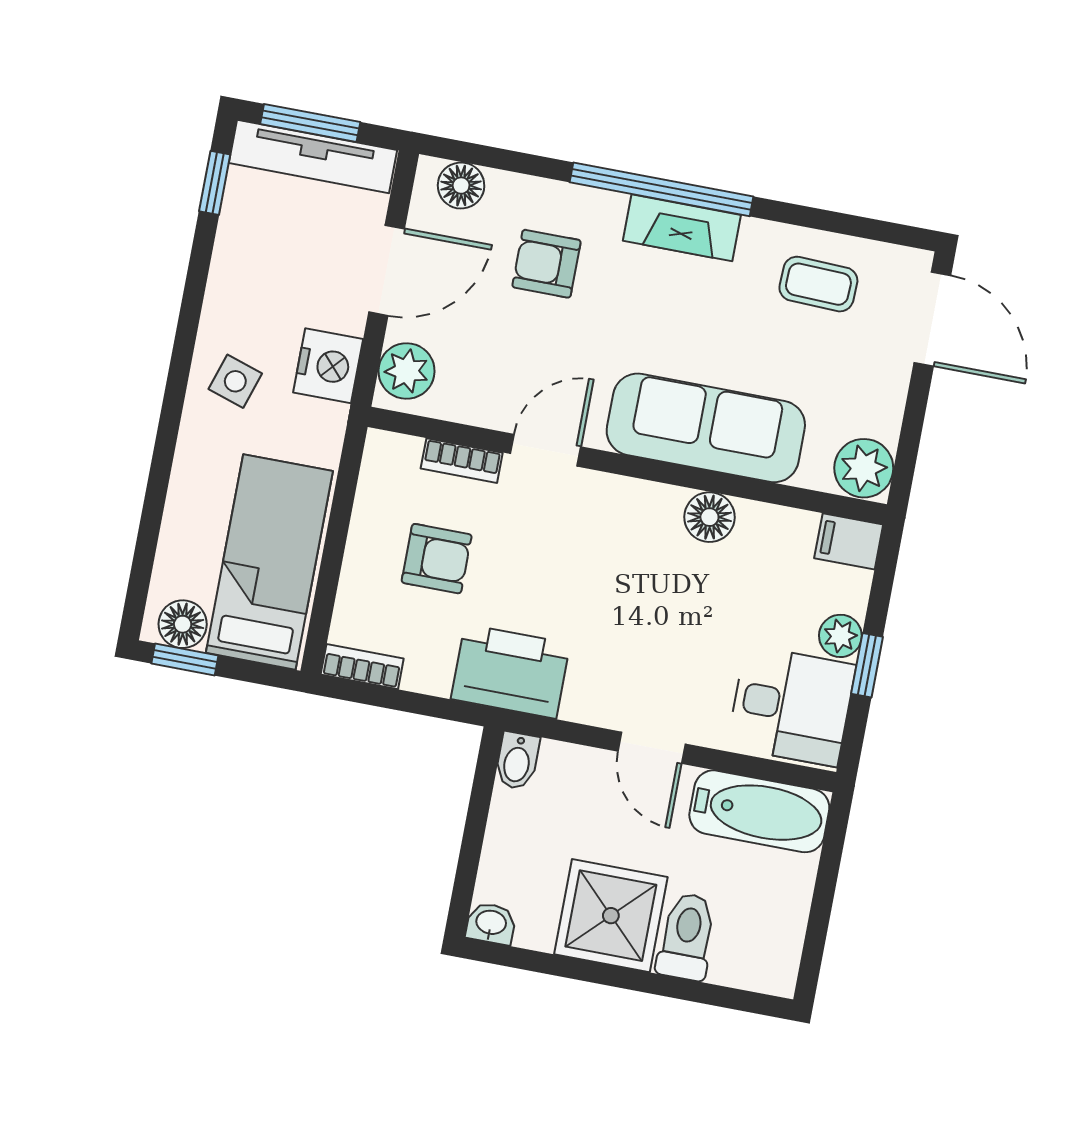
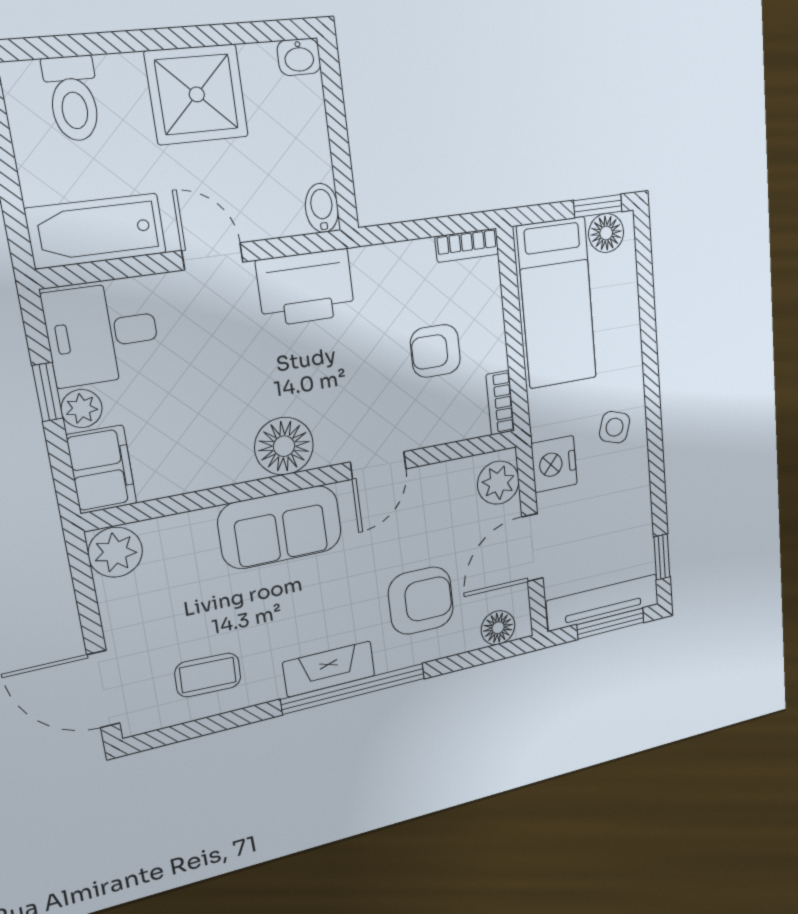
armchair: (546, 264) -> (421, 601), width x1.38, depth x1.38
sofa: (706, 428) -> (280, 527), width x0.73
bookcase: (462, 461) -> (500, 403), moved, turned -90
floor lamp: (709, 517) -> (284, 446), moved, width x1.38, depth x1.38
filing cabinet: (849, 541) -> (102, 469), width x2.00
printer: (510, 671) -> (306, 288), moved
toilet: (687, 937) -> (73, 99), moved

